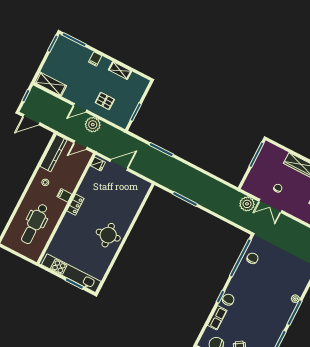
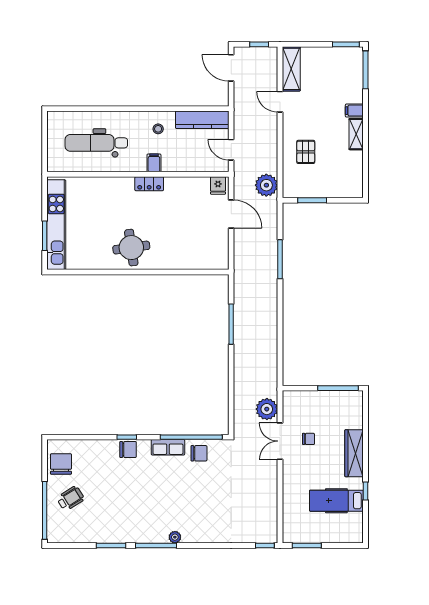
shelving: (120, 70) -> (356, 134), moved
door: (80, 108) -> (280, 102), moved
plant: (93, 125) -> (266, 185), moved
row of seats: (217, 318) -> (168, 447), moved

